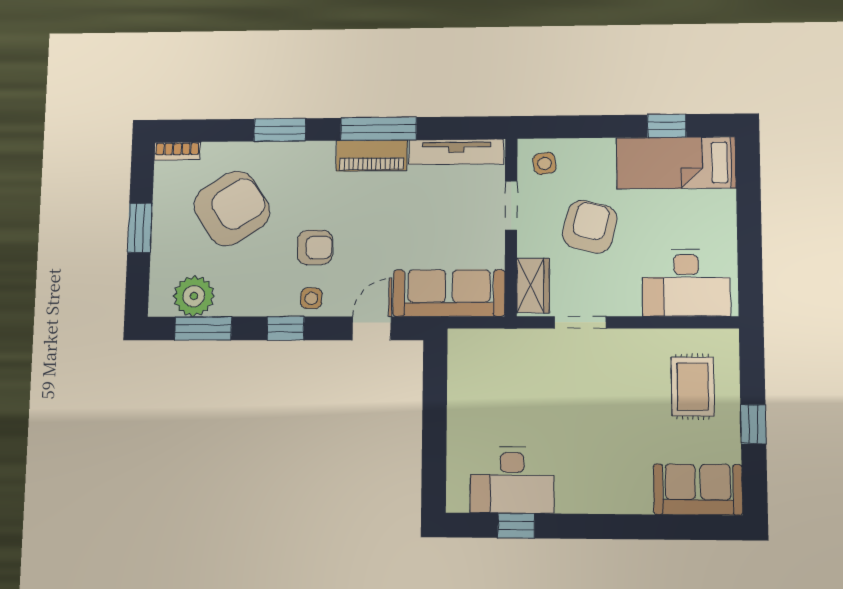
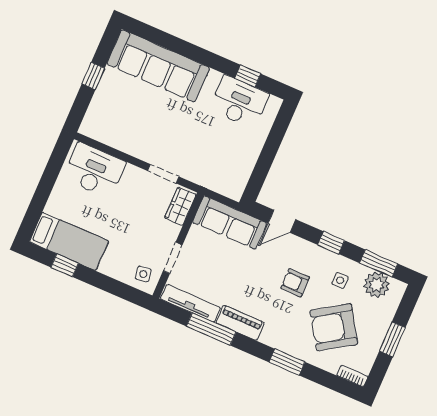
window: (379, 129) -> (211, 329), moved
armchair: (590, 227) -> (134, 226), removed
side table: (311, 298) -> (340, 280), moved
rug: (693, 387) -> (117, 111), removed
sofa: (698, 490) -> (158, 66), width x1.85, depth x1.27

